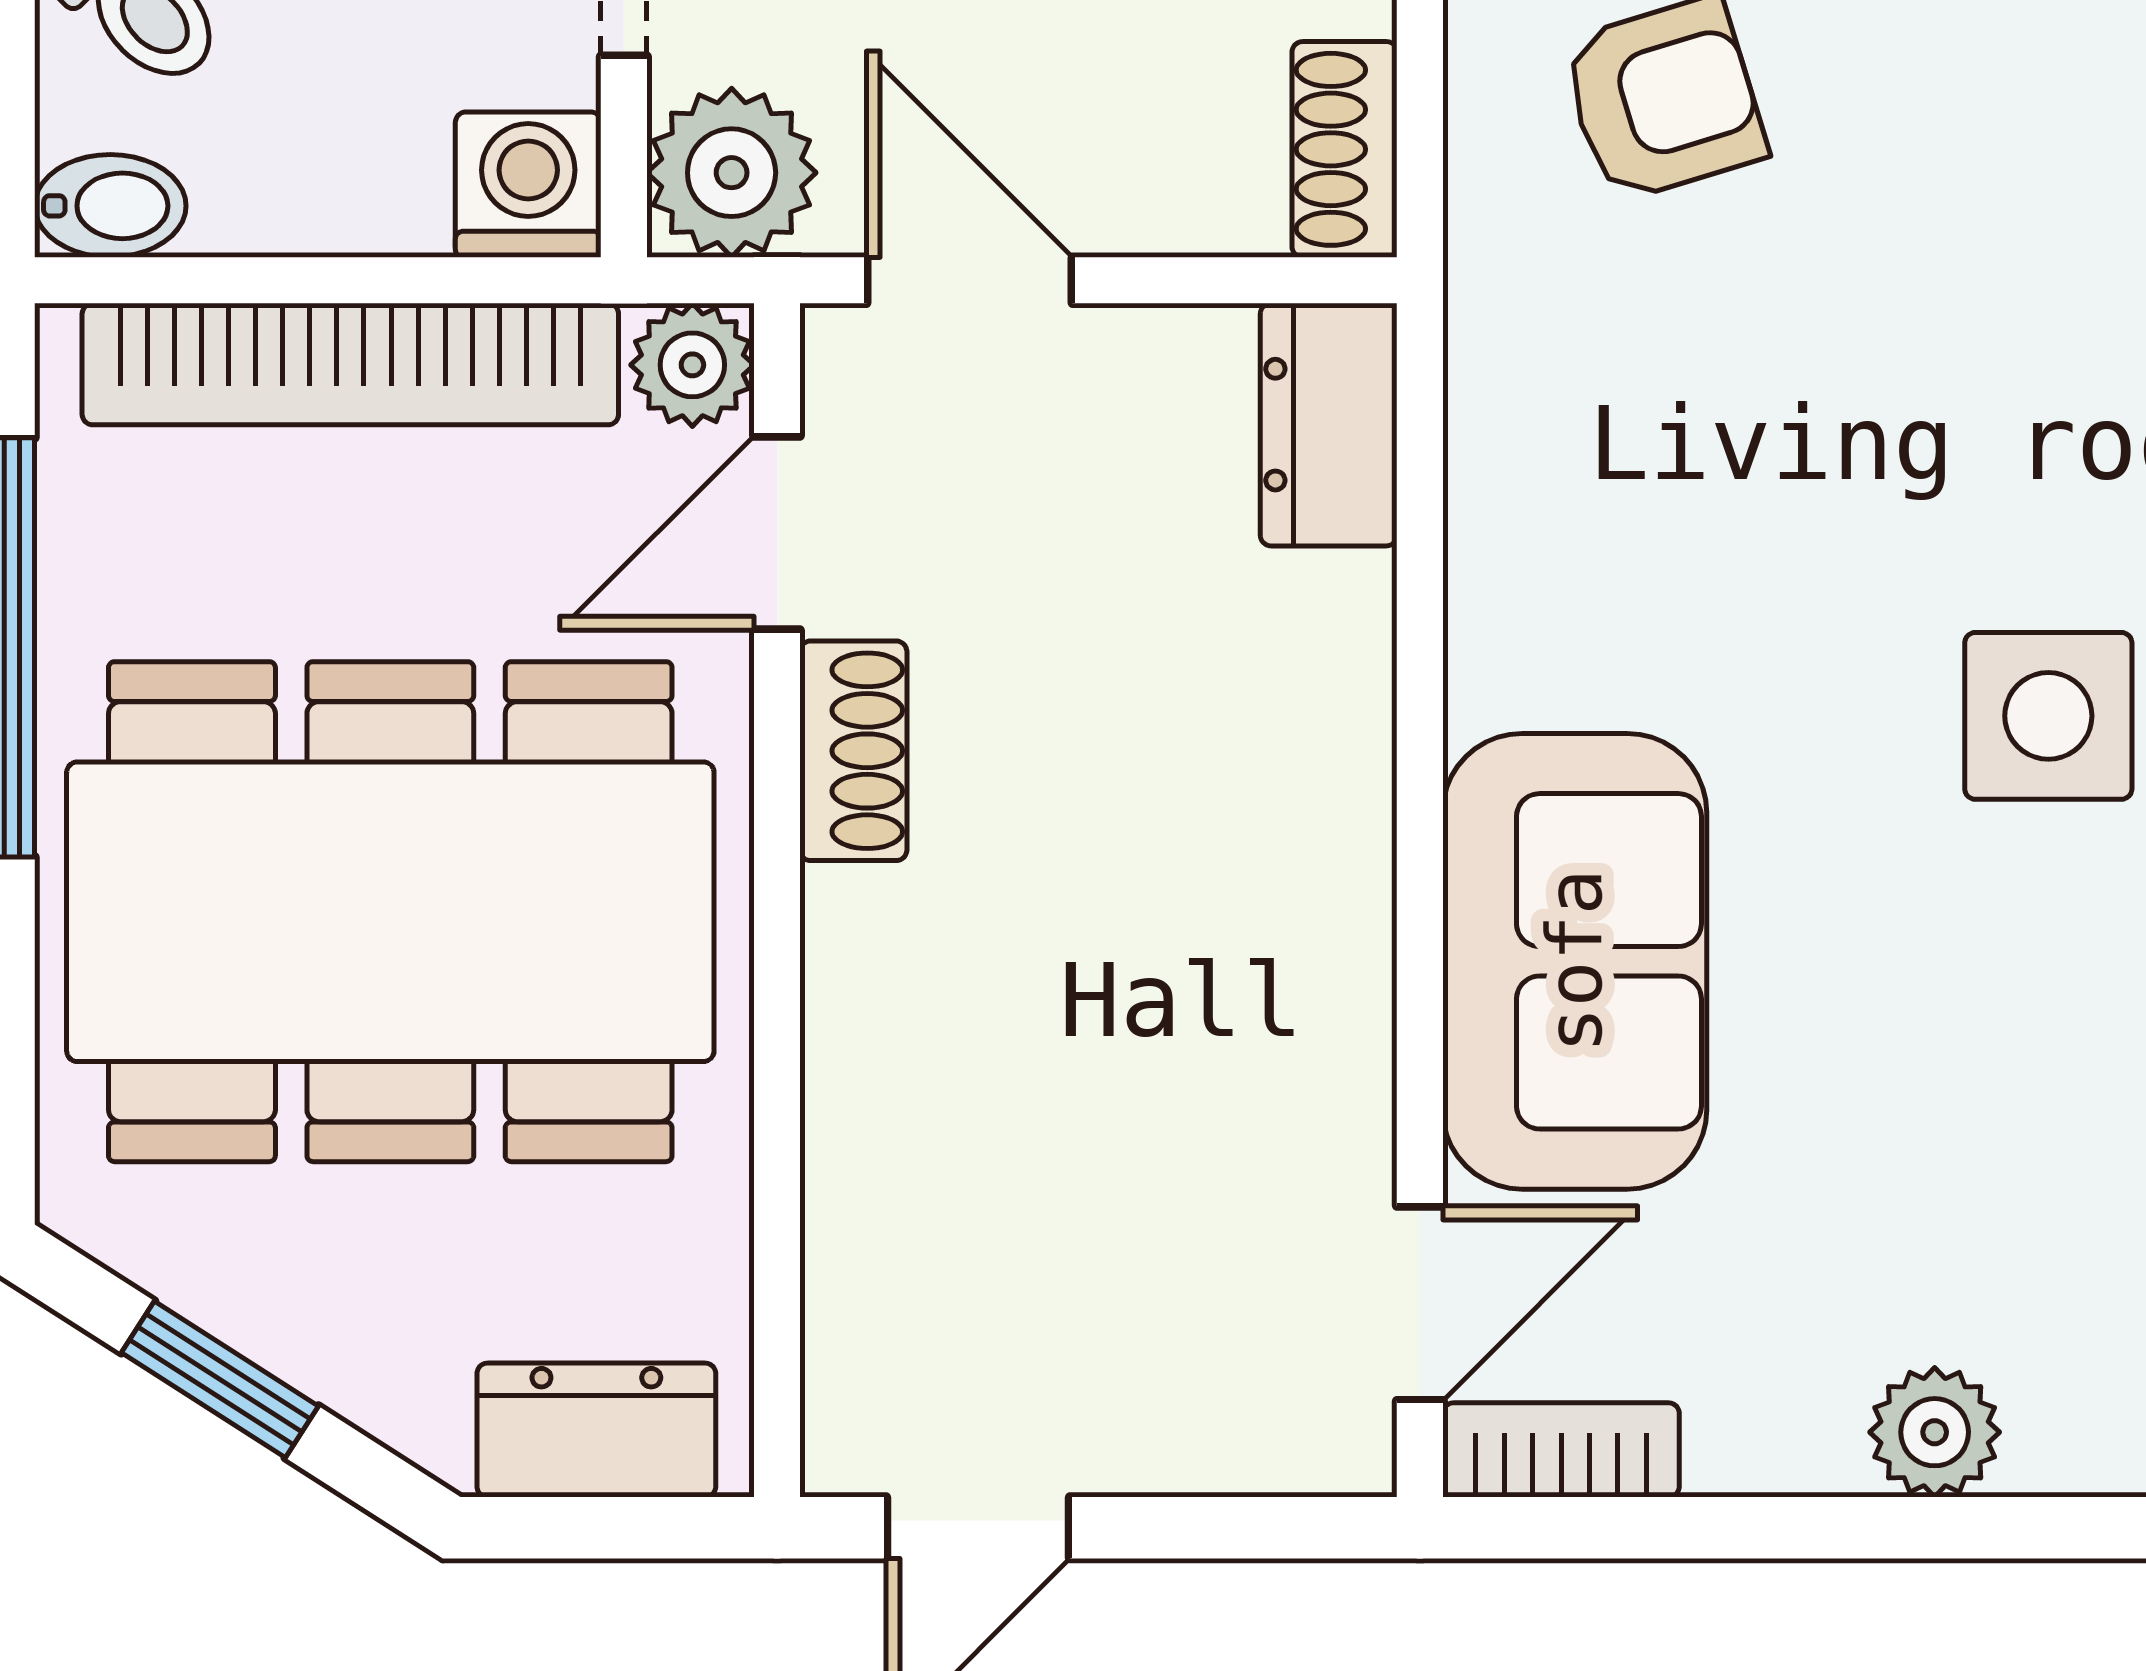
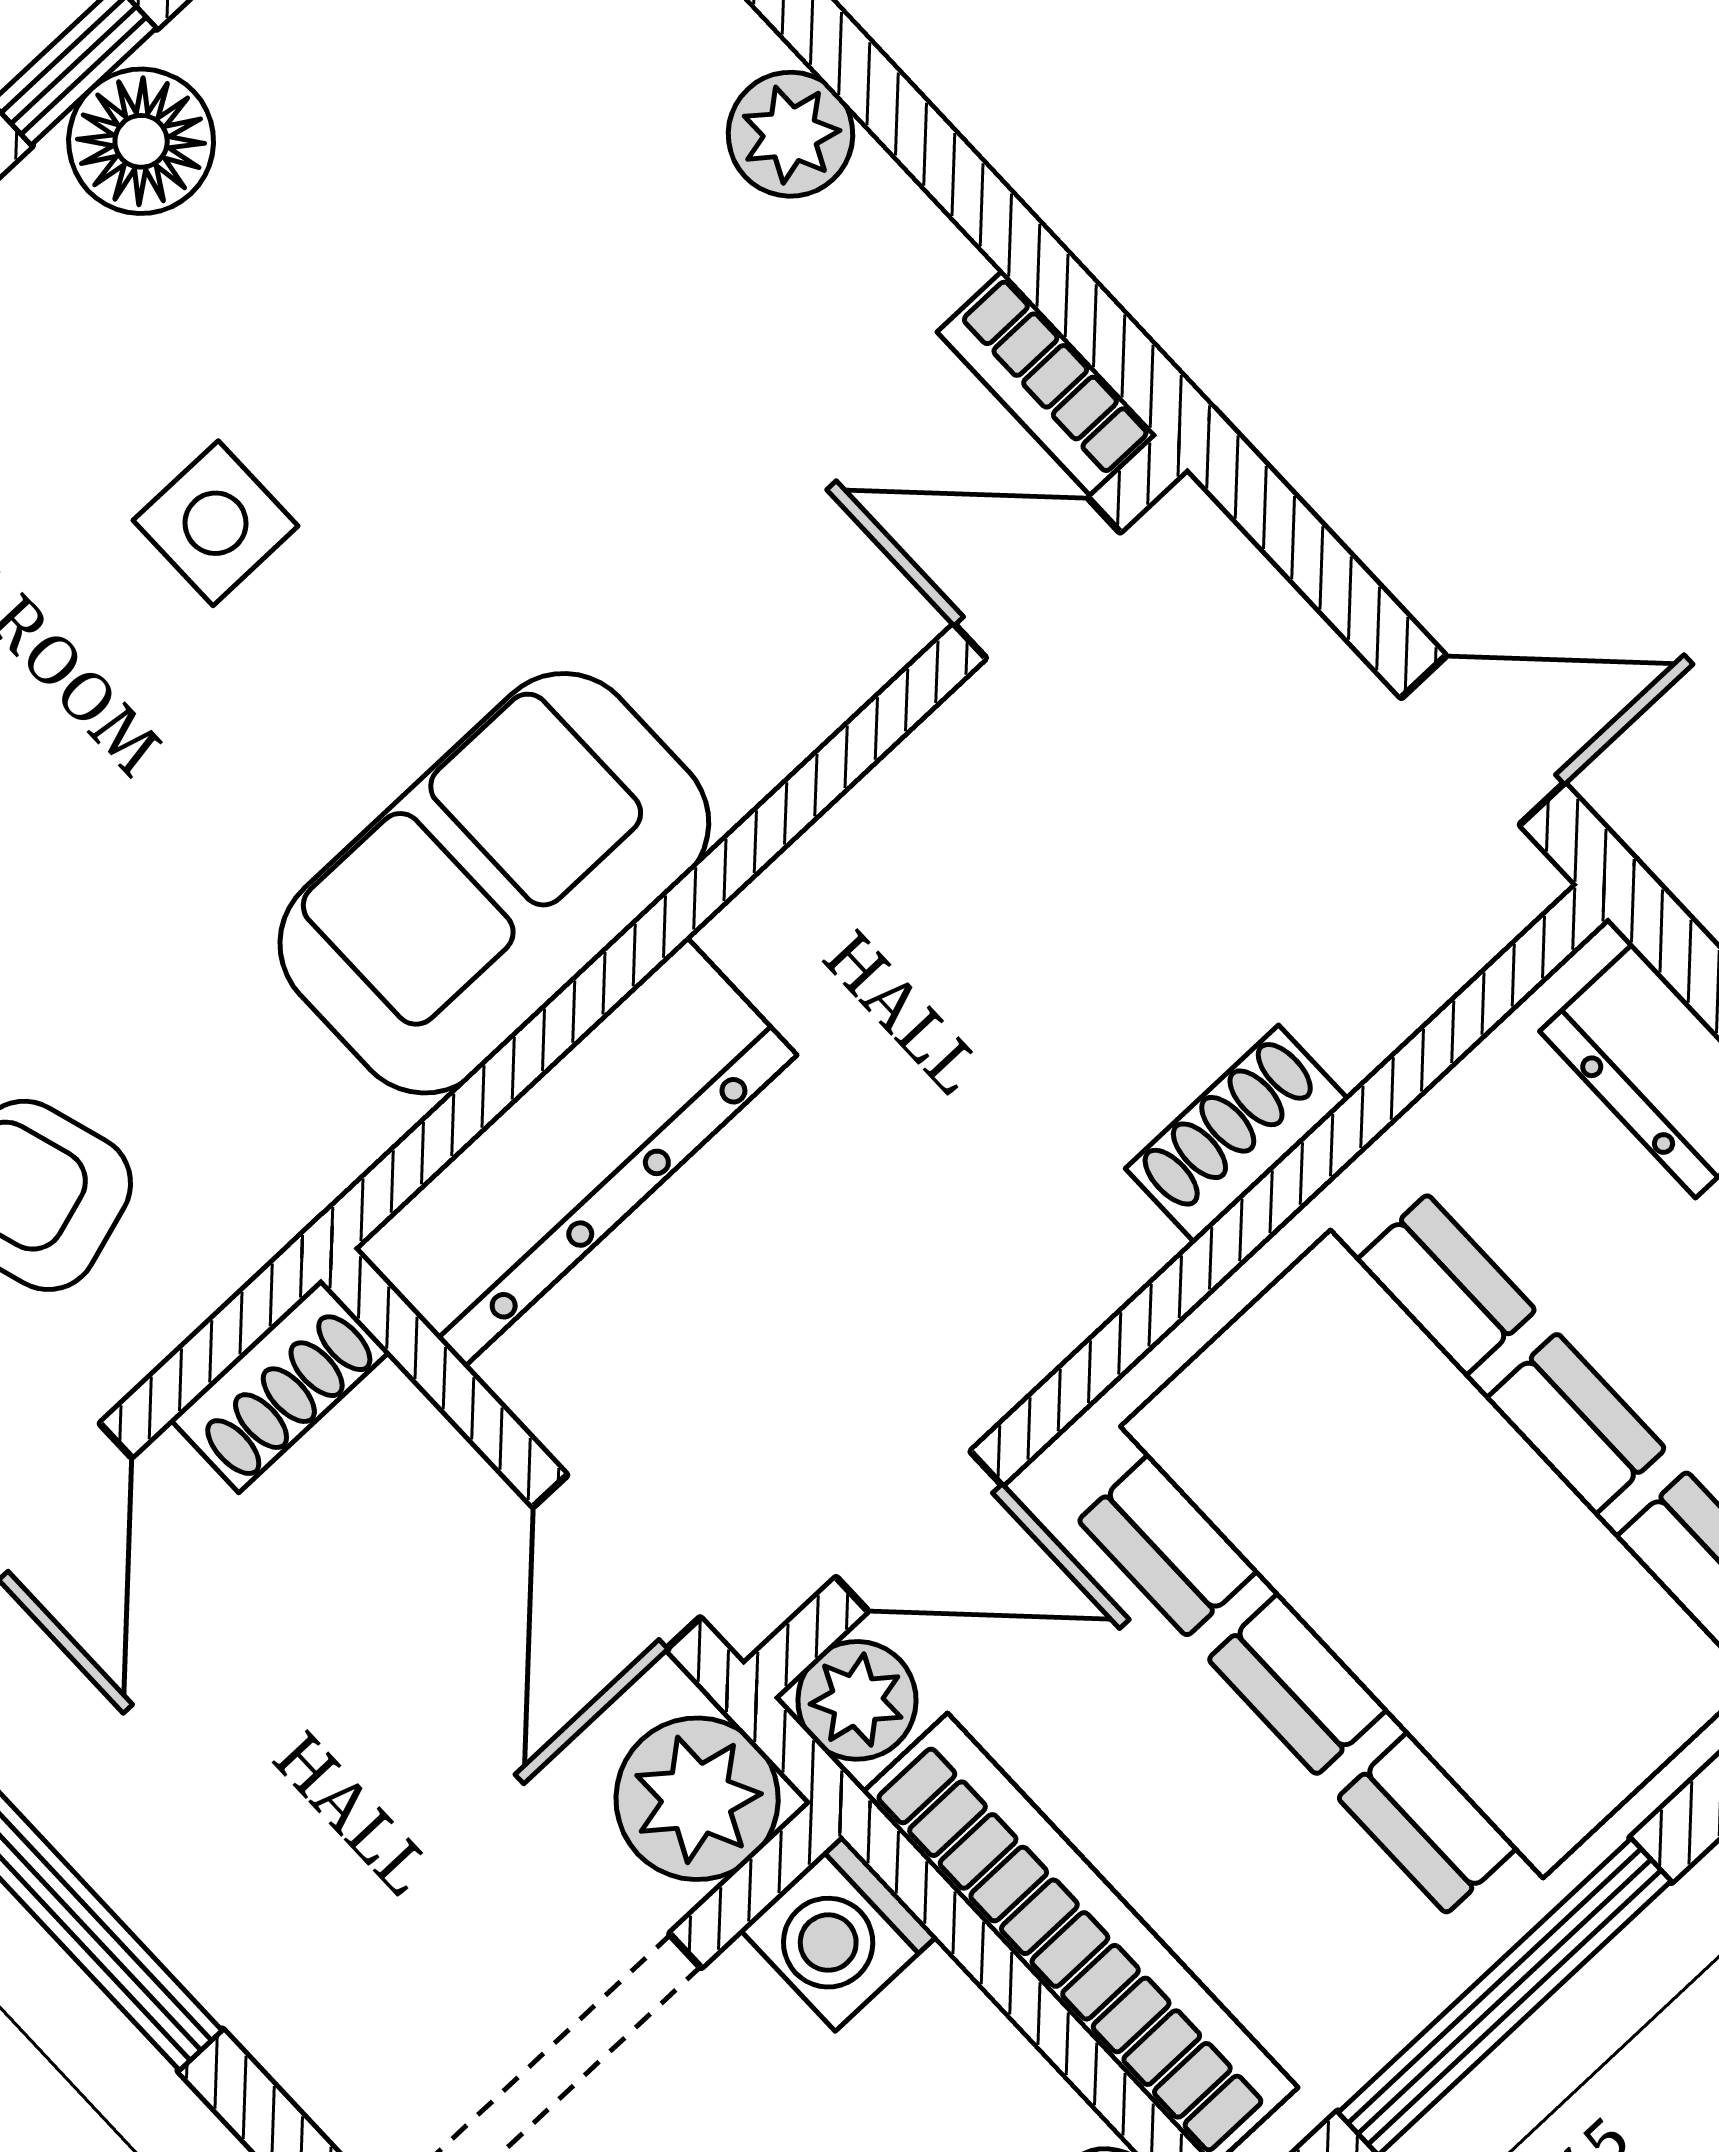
dresser: (1329, 425) -> (575, 1152), width x1.96, depth x1.24
side table: (2048, 716) -> (216, 523), width x0.73, depth x0.73
shoe rack: (853, 751) -> (1237, 1134), moved
sofa: (1575, 961) -> (494, 883), moved

